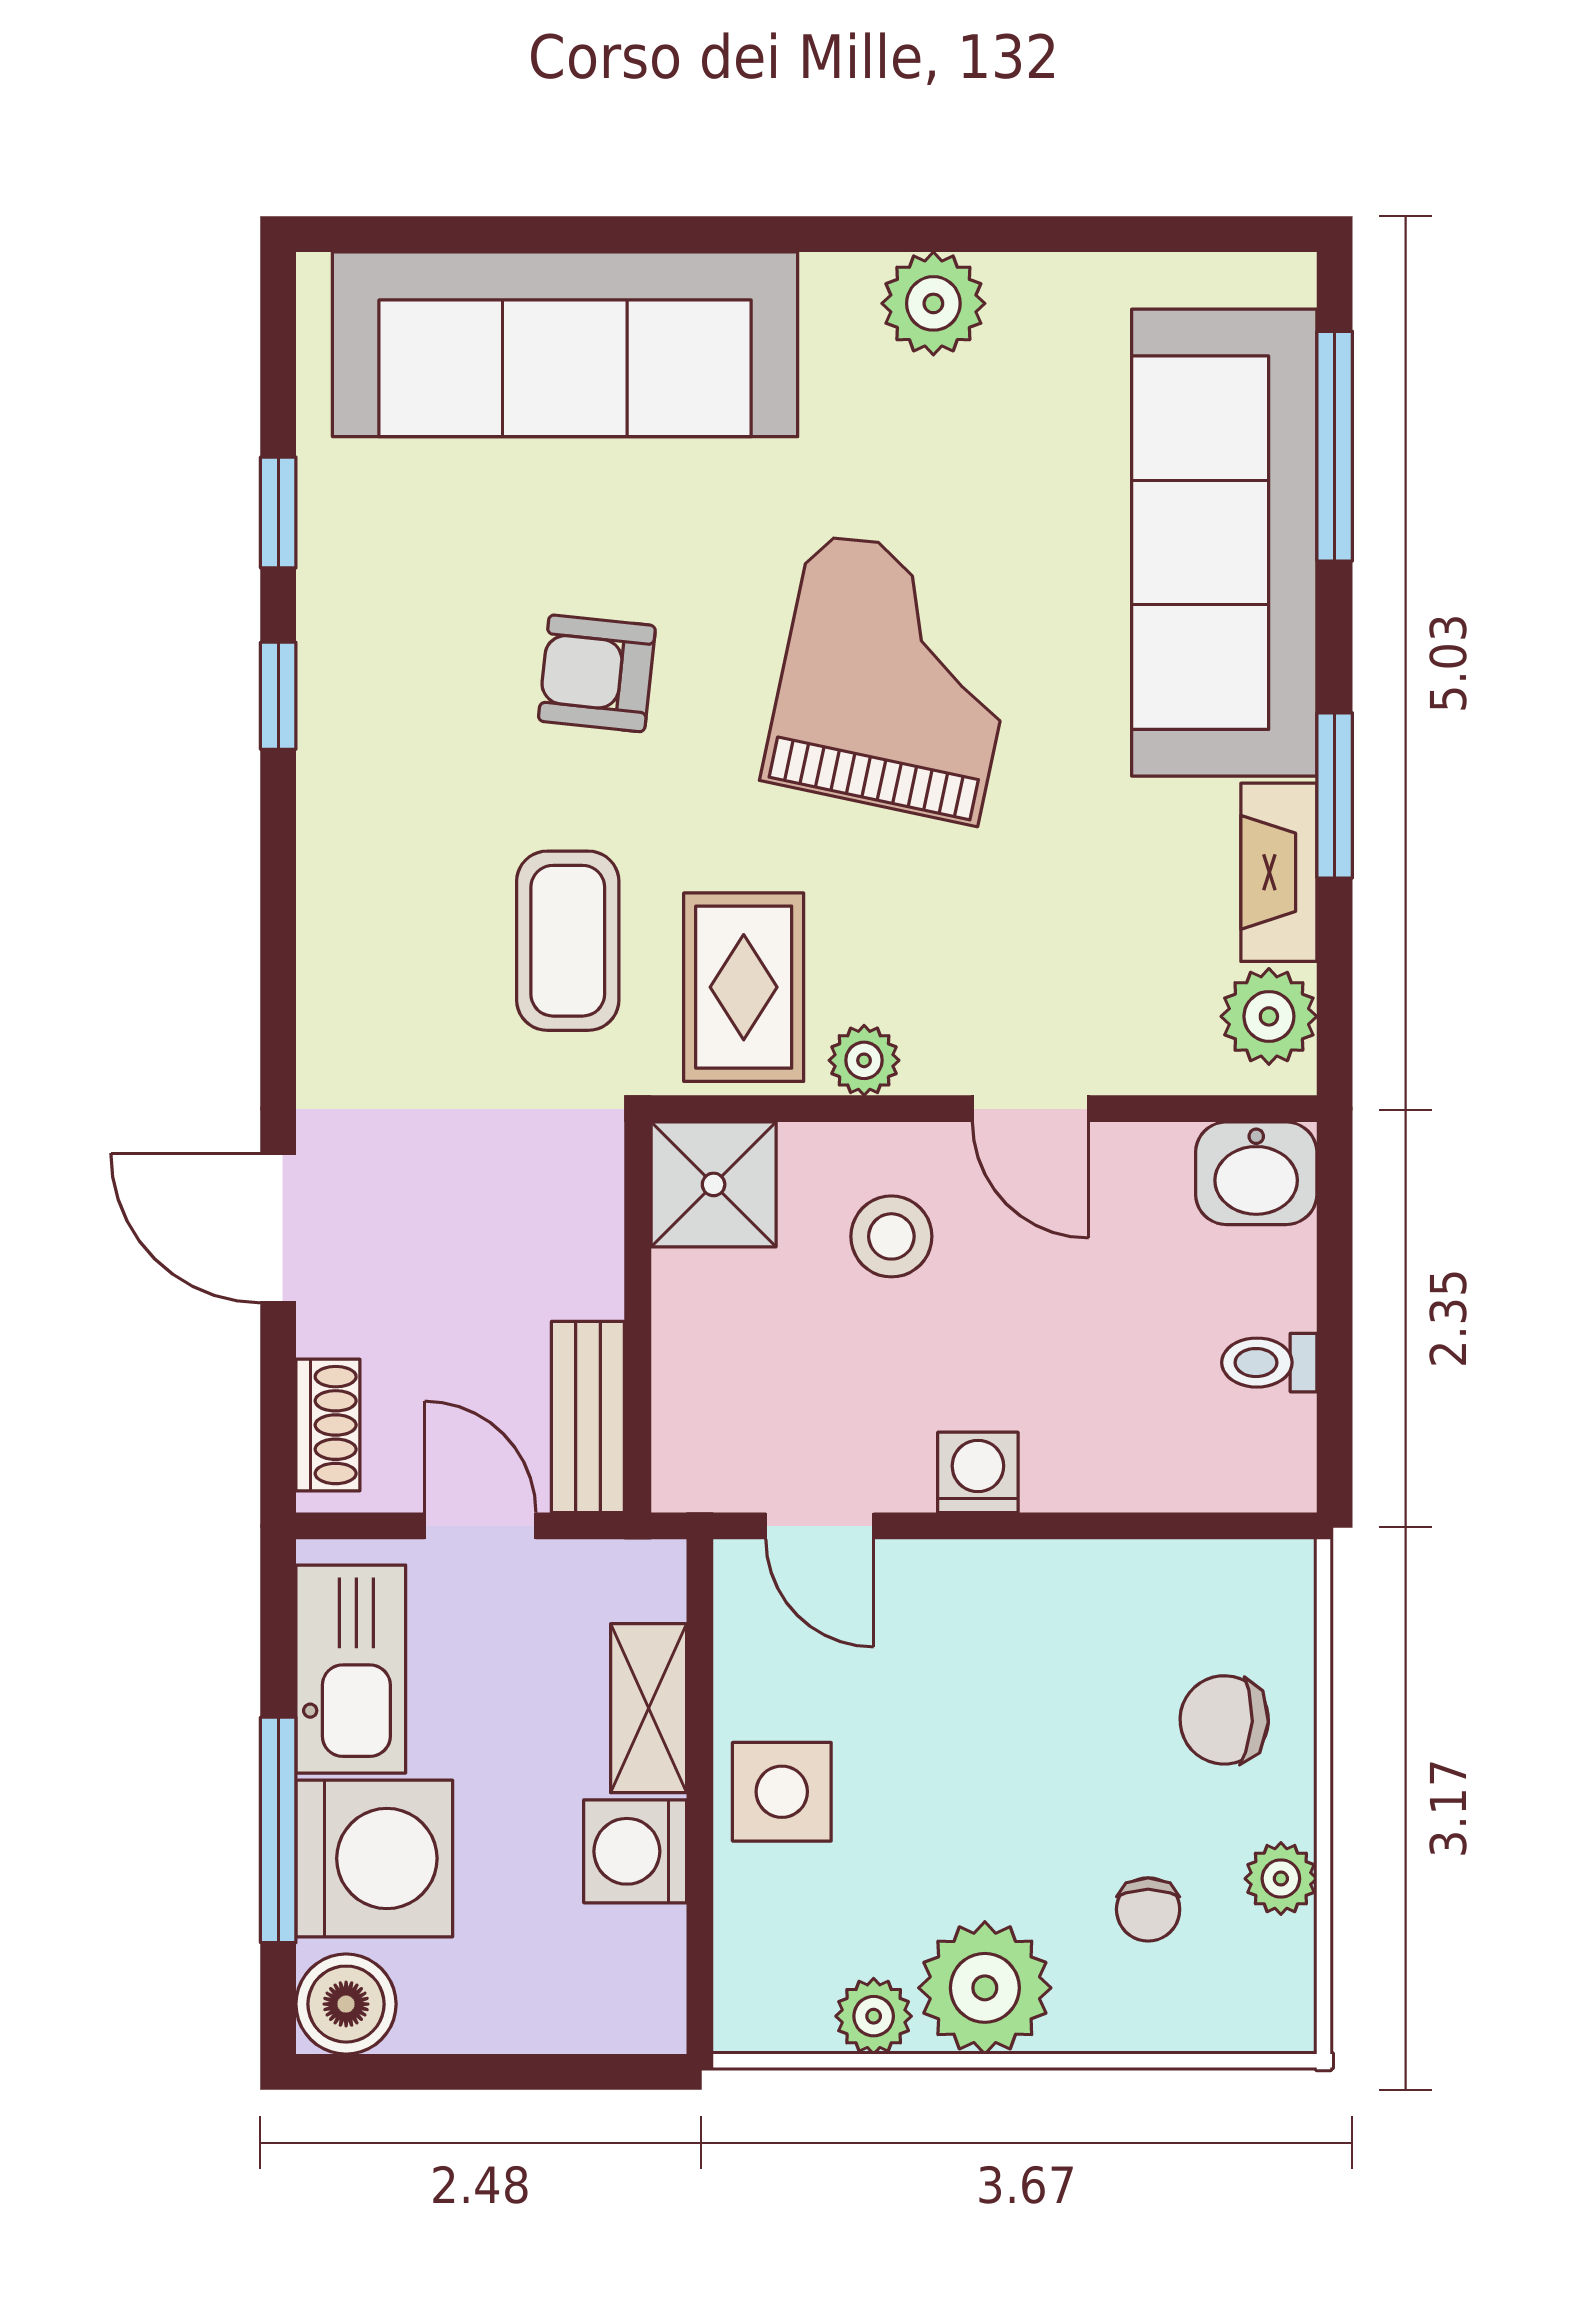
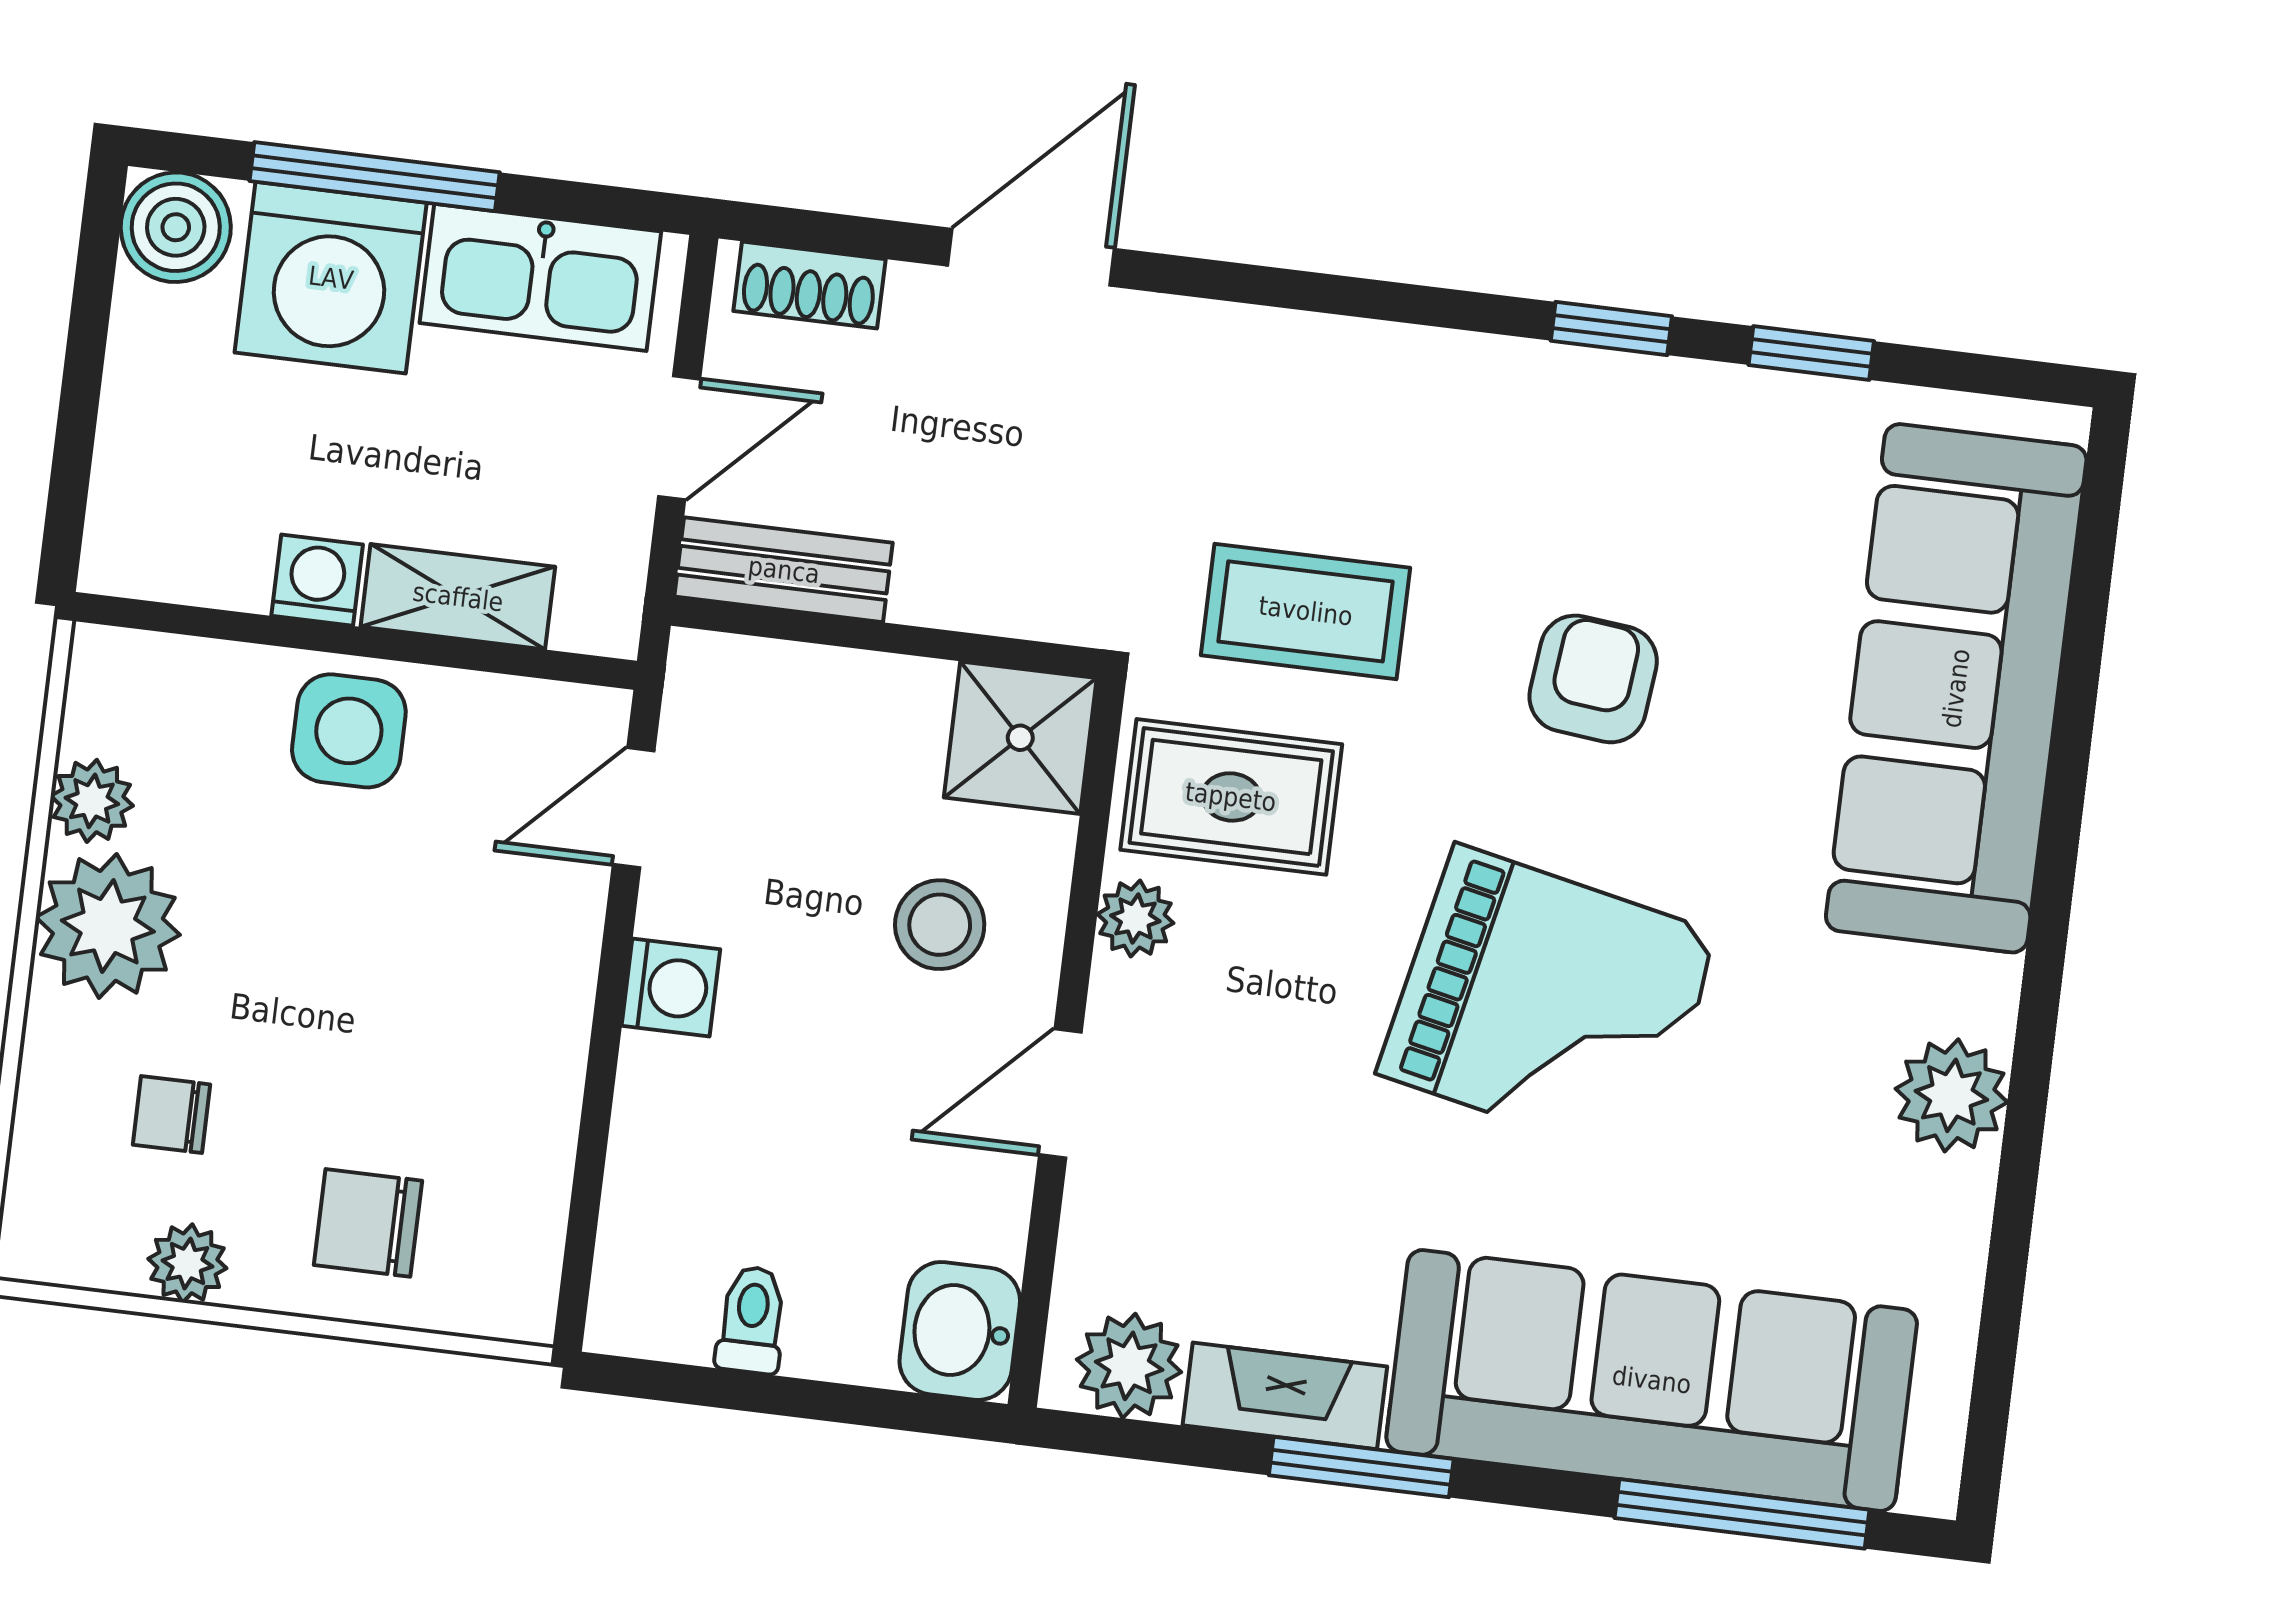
chair: (1224, 1720) -> (368, 1223), turned -93
washing machine: (635, 1851) -> (317, 580), width x0.73, depth x0.73

